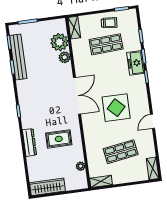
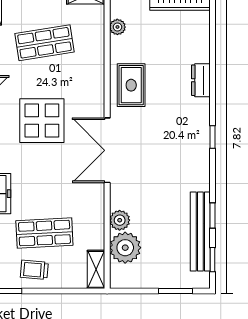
rug: (59, 139) -> (131, 85), moved, turned 90
dresser: (29, 142) -> (201, 80), width x0.70

